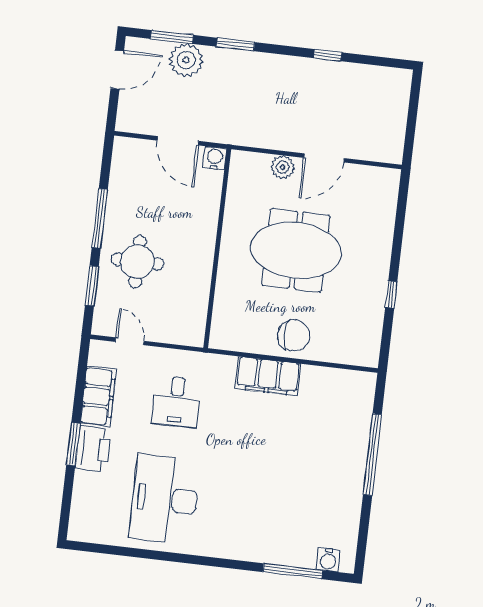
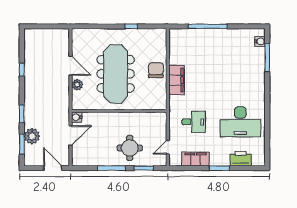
door: (117, 70) -> (53, 168), moved
meeting table: (296, 250) -> (116, 74), width x1.36
printer: (93, 449) -> (241, 159), moved

